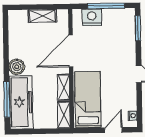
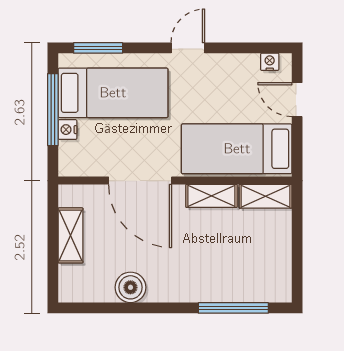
nightstand: (92, 17) -> (67, 130), width x0.53, depth x0.56
bed: (115, 36) -> (113, 93), added
boiler: (17, 67) -> (130, 287), moved
freezer: (21, 102) -> (239, 280), removed

